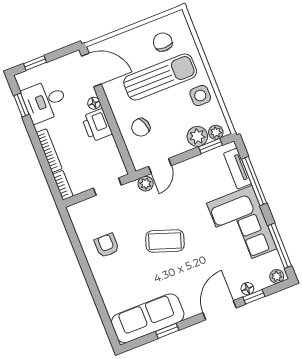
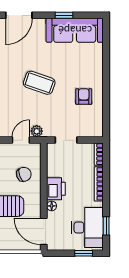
desk: (45, 101) -> (87, 227), width x1.37
armchair: (107, 245) -> (84, 97), turned 180

